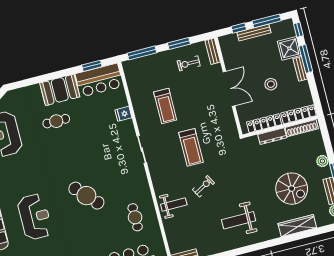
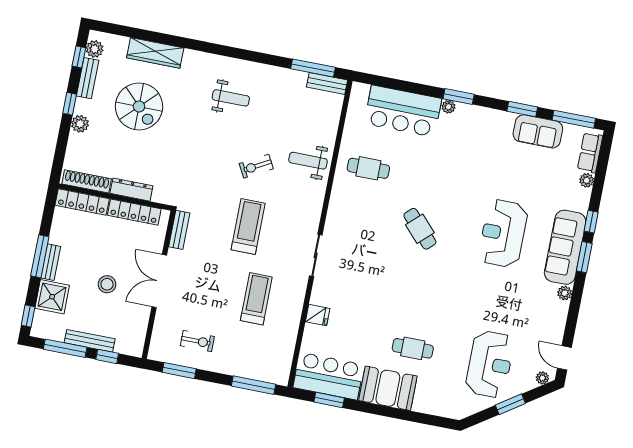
window: (179, 43) -> (179, 371), moved
bench: (213, 51) -> (179, 230), moved
window: (306, 59) -> (40, 256), moved
stool: (271, 84) -> (107, 284), moved
spiral stairs: (292, 189) -> (139, 106), turned 180
cafe table: (86, 196) -> (420, 229), width x0.73, depth x0.74
cafe table: (135, 217) -> (368, 168), turned 90
weight bench: (239, 220) -> (231, 98), width x0.73, depth x0.75

